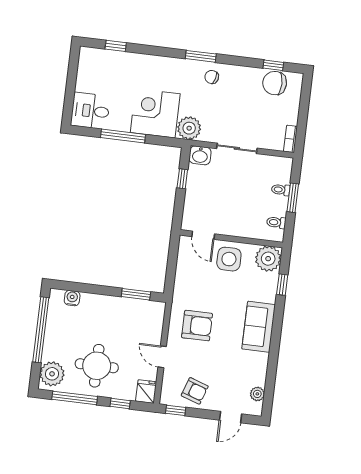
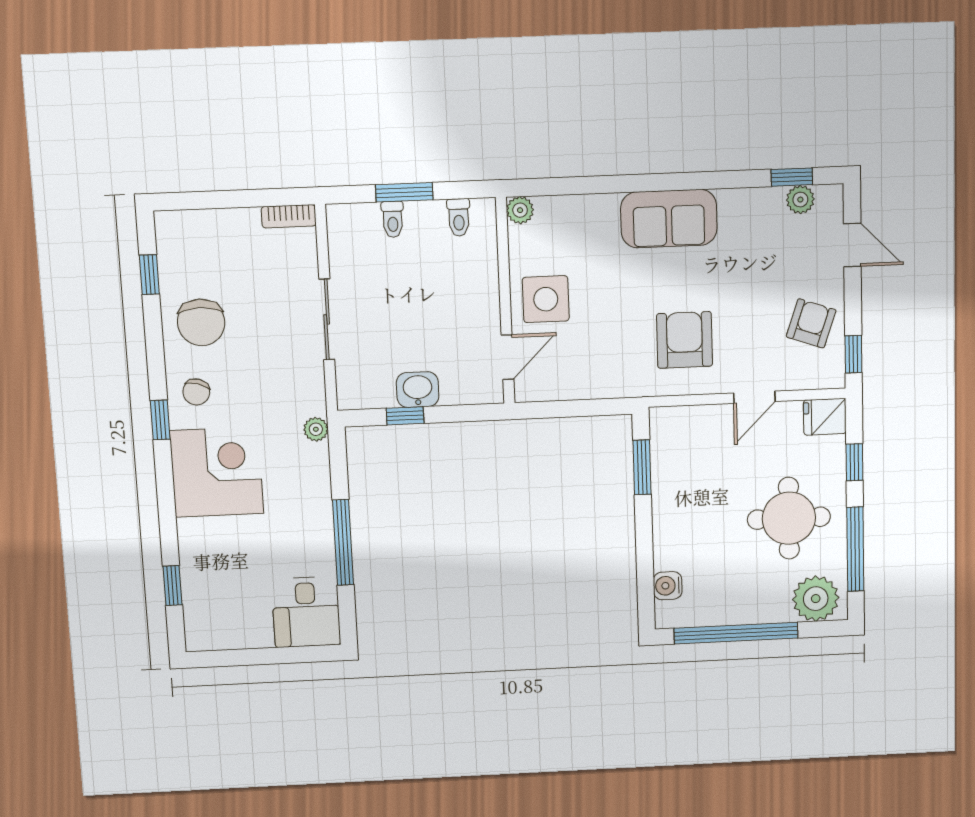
window: (201, 56) -> (160, 420), width x0.67
chair: (275, 83) -> (201, 322), moved
corner desk: (155, 113) -> (217, 472), moved, turned 180
plant: (189, 128) -> (316, 429), width x0.53, depth x0.53
washbasin: (200, 155) -> (418, 390), moved, turned -90
plant: (268, 259) -> (520, 210), width x0.53, depth x0.53
window: (282, 285) -> (792, 177), moved

